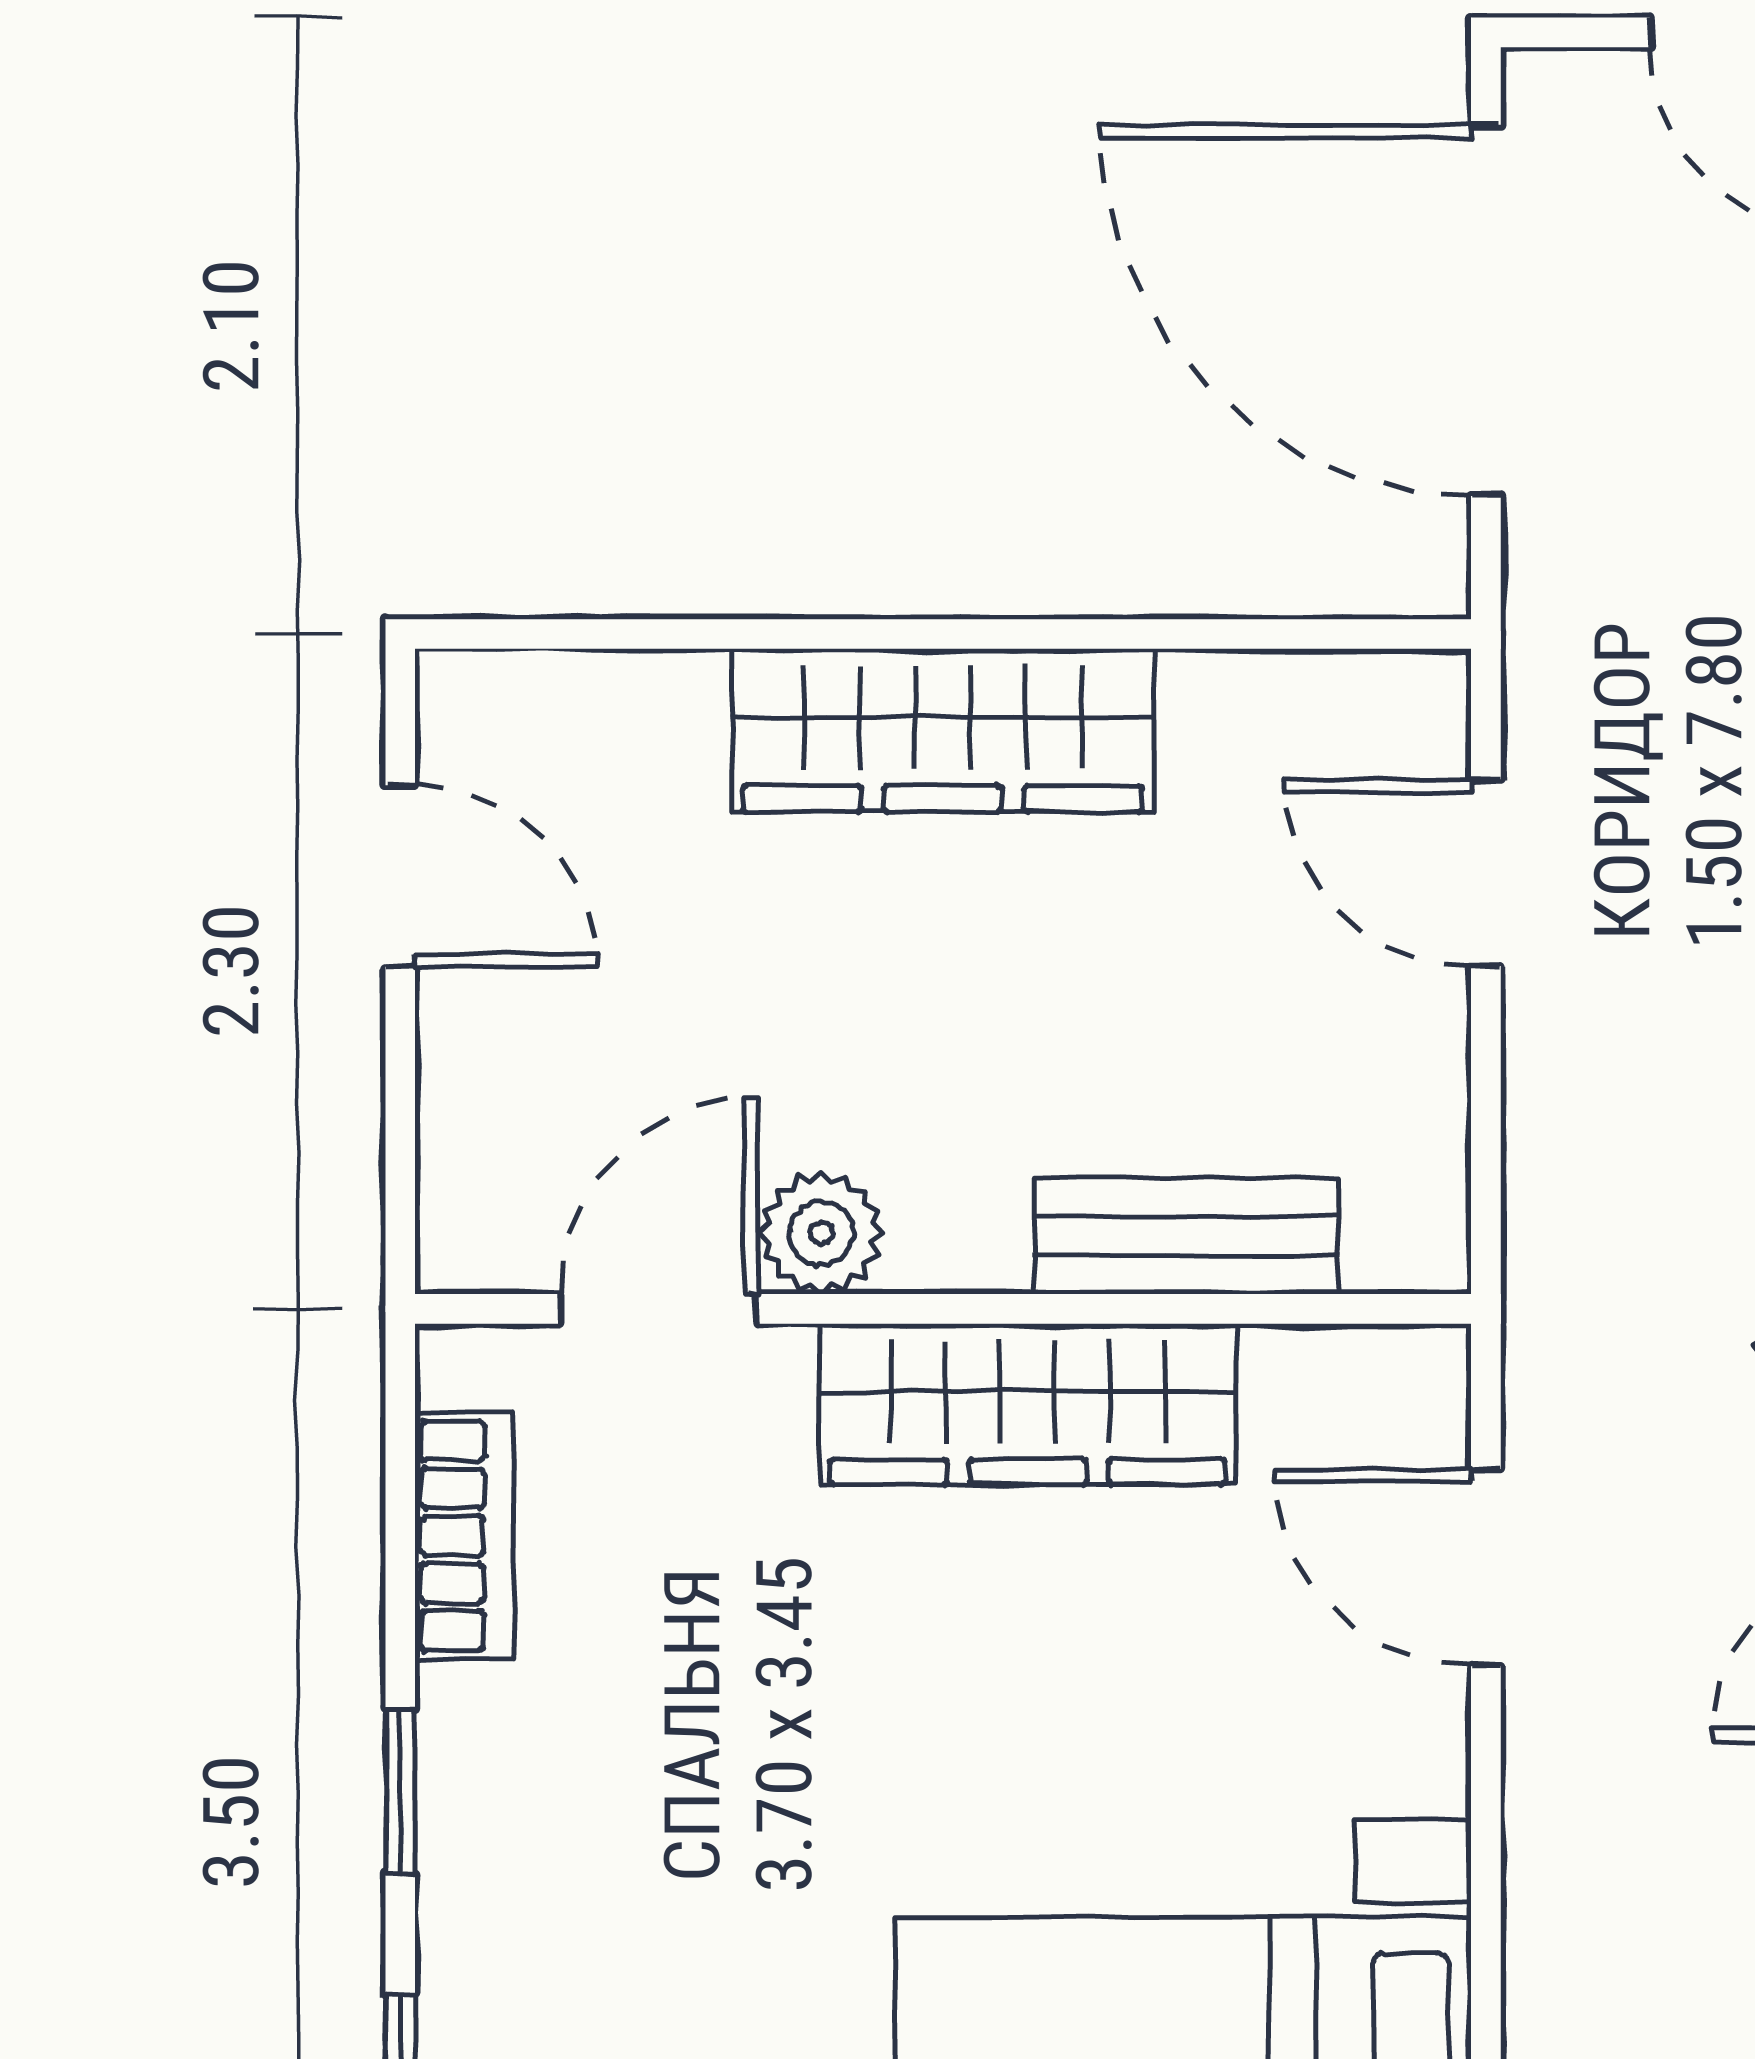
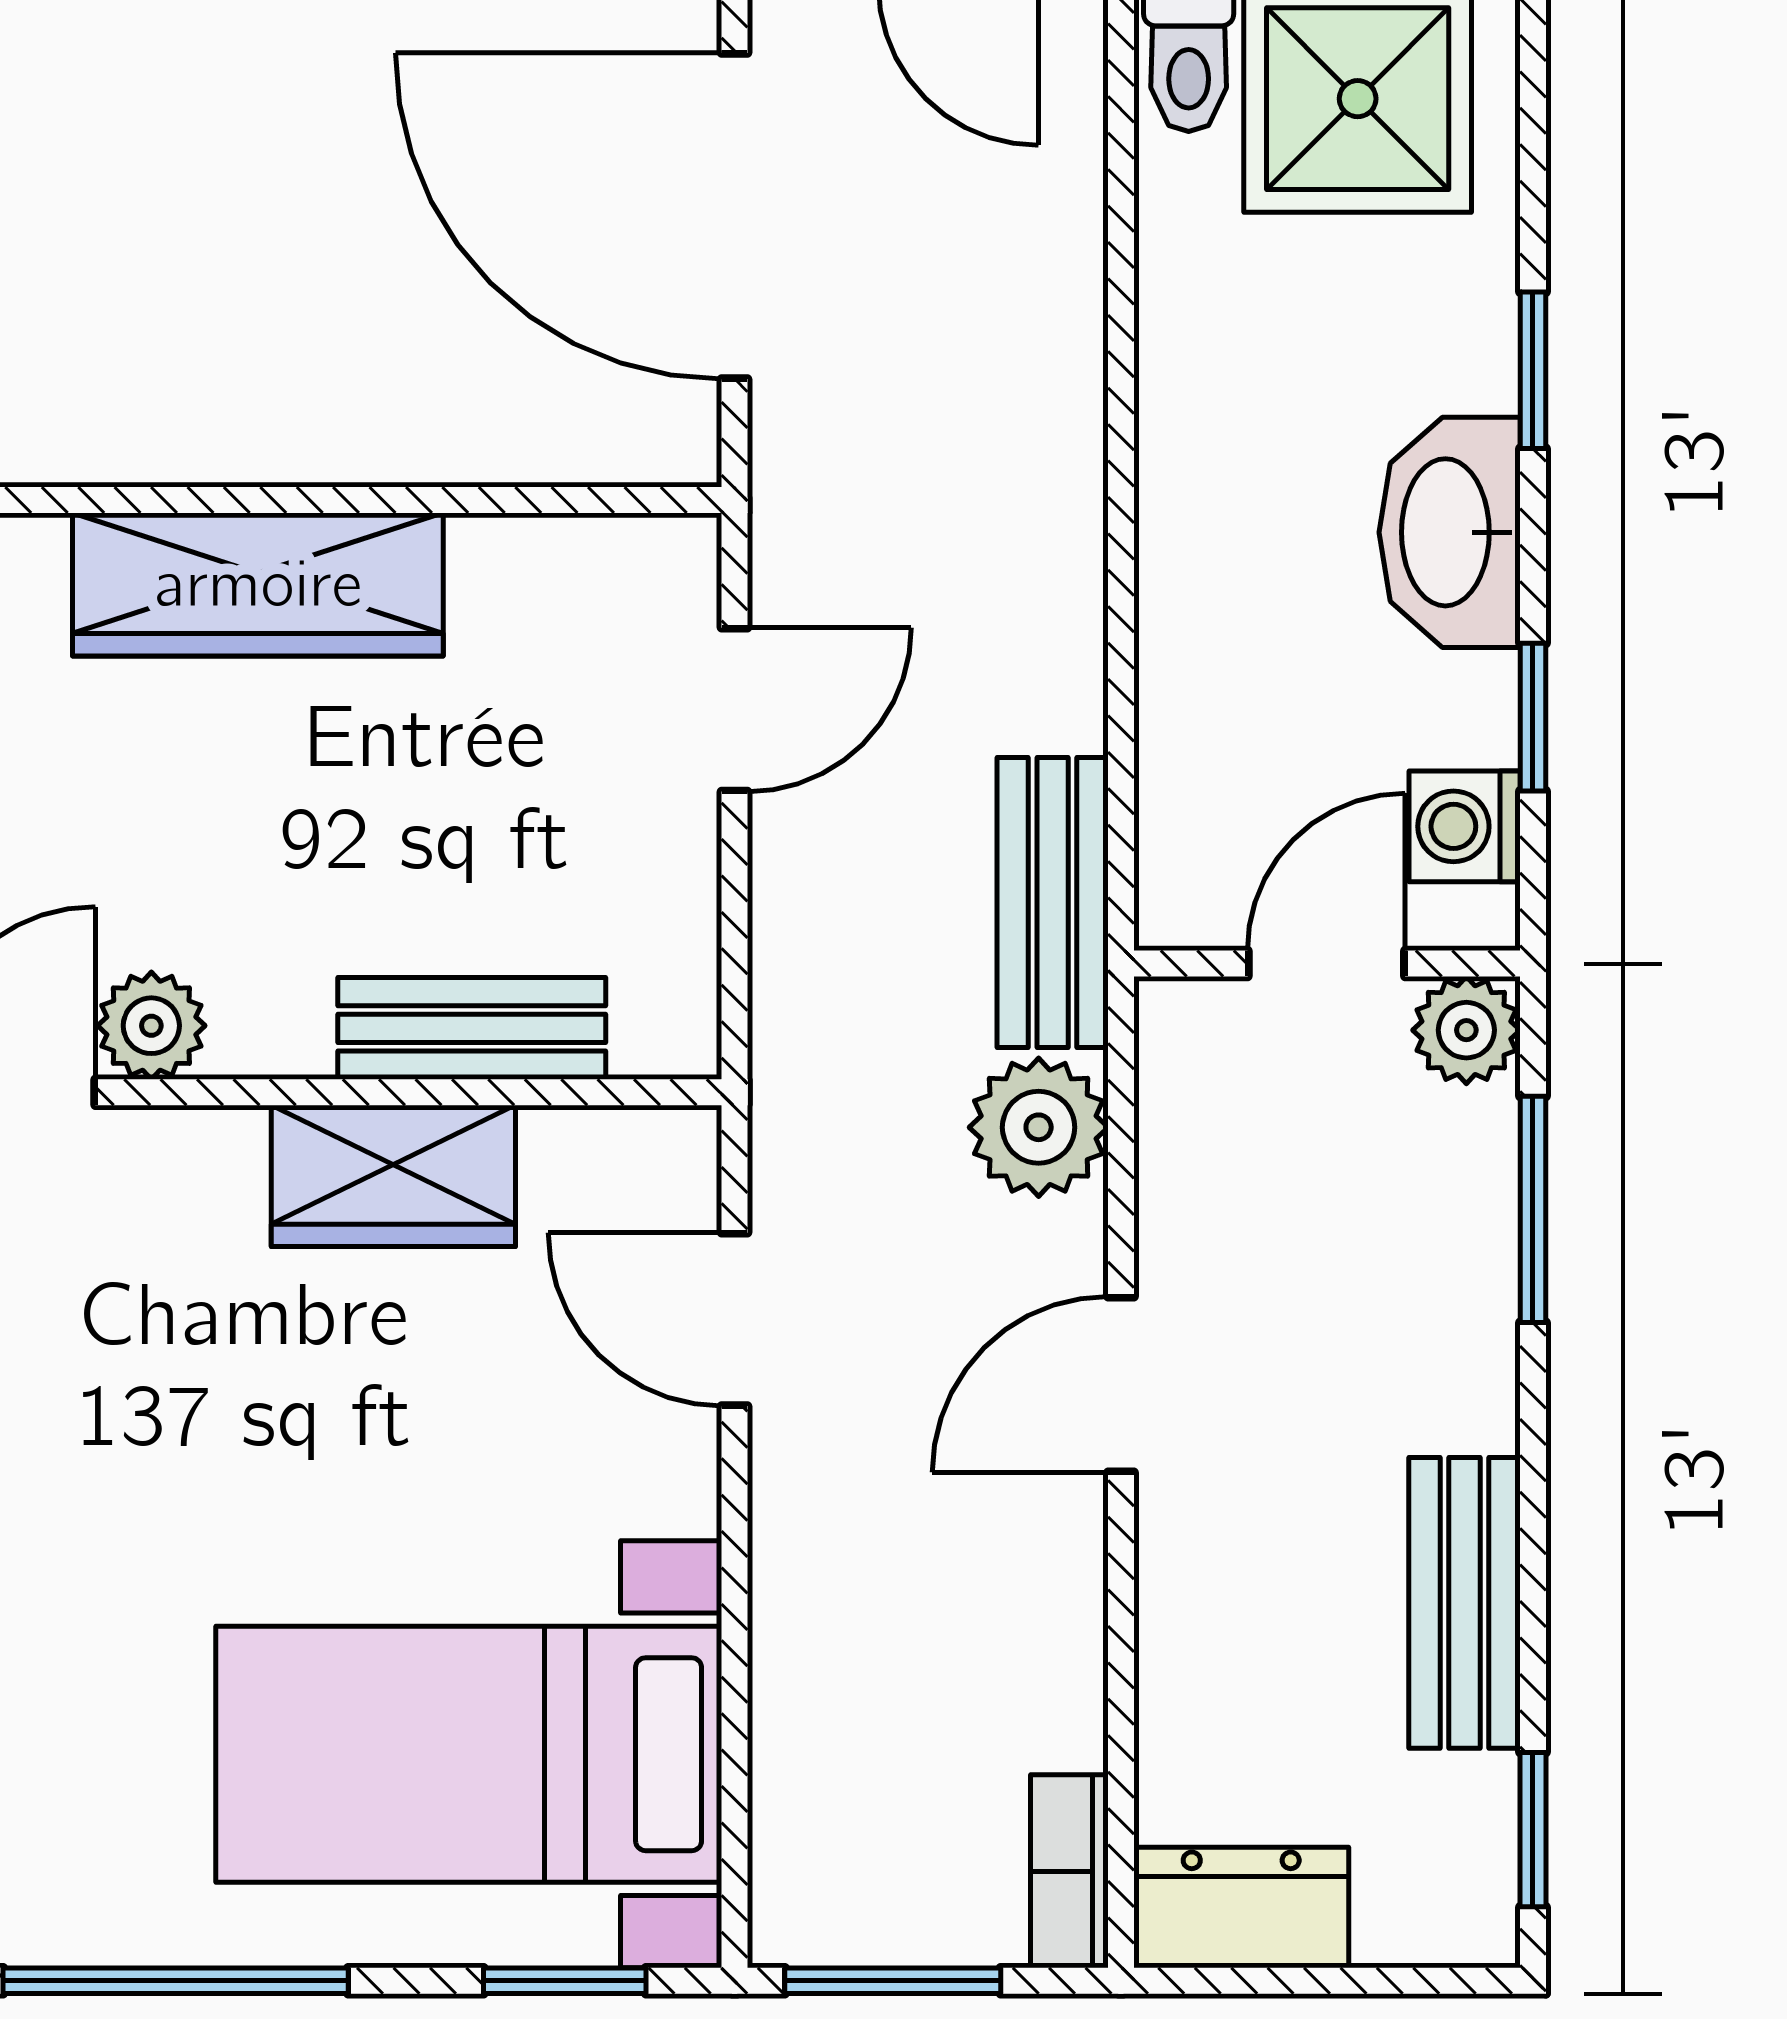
door: (1486, 873) -> (735, 710), swing flipped
wardrobe: (1028, 1404) -> (393, 1176), width x0.67

